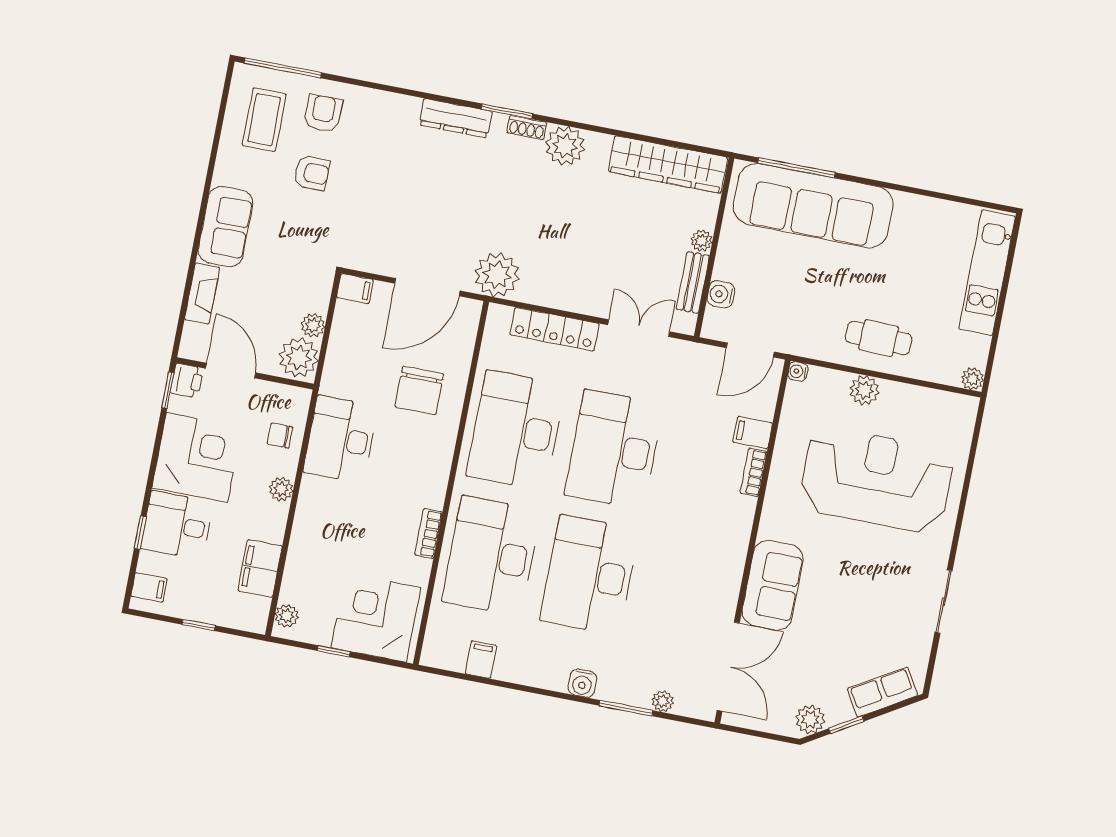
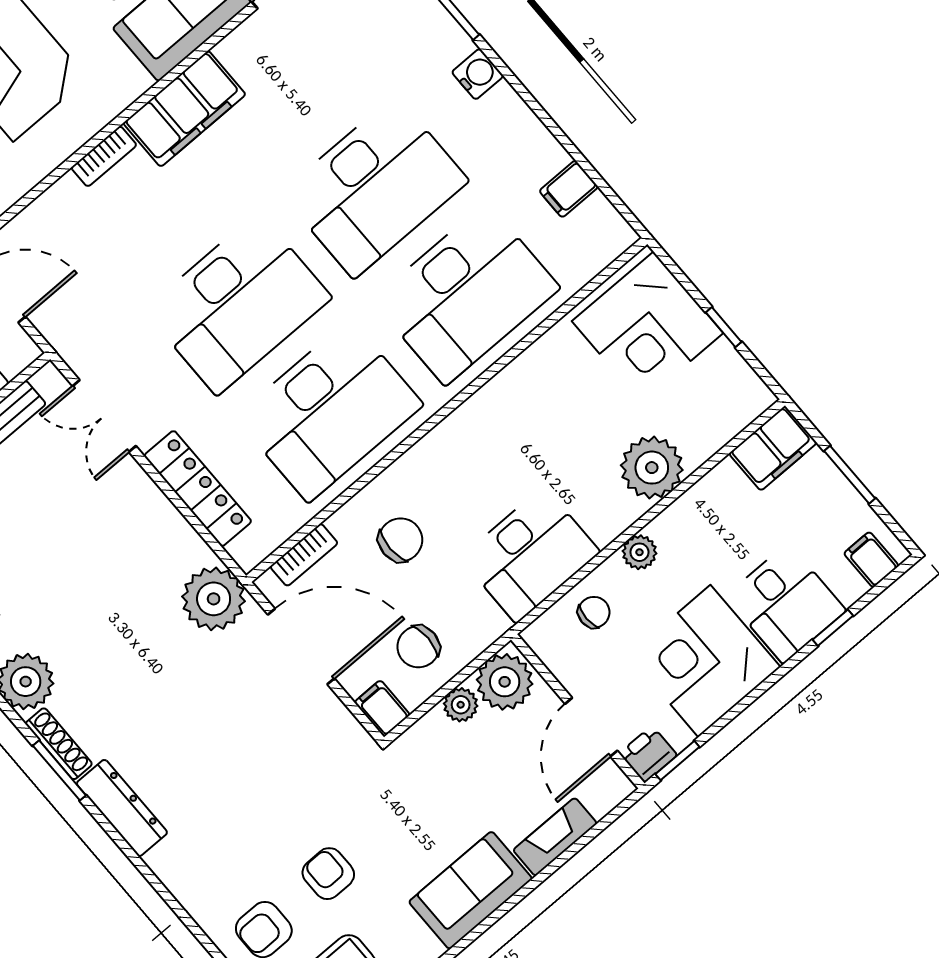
shoe rack: (527, 127) -> (59, 744), width x1.43
chair: (362, 339) -> (418, 647), added
chair: (419, 390) -> (401, 540), width x0.73, depth x0.73
filing cabinet: (753, 433) -> (184, 109), moved, width x3.00, depth x1.17
chair: (280, 436) -> (594, 612), turned -90
bookcase: (429, 533) -> (304, 555), moved
filing cabinet: (260, 568) -> (773, 448), moved
plant: (287, 616) -> (652, 468), moved, width x1.87, depth x1.87
window: (199, 625) -> (850, 475), width x1.50

